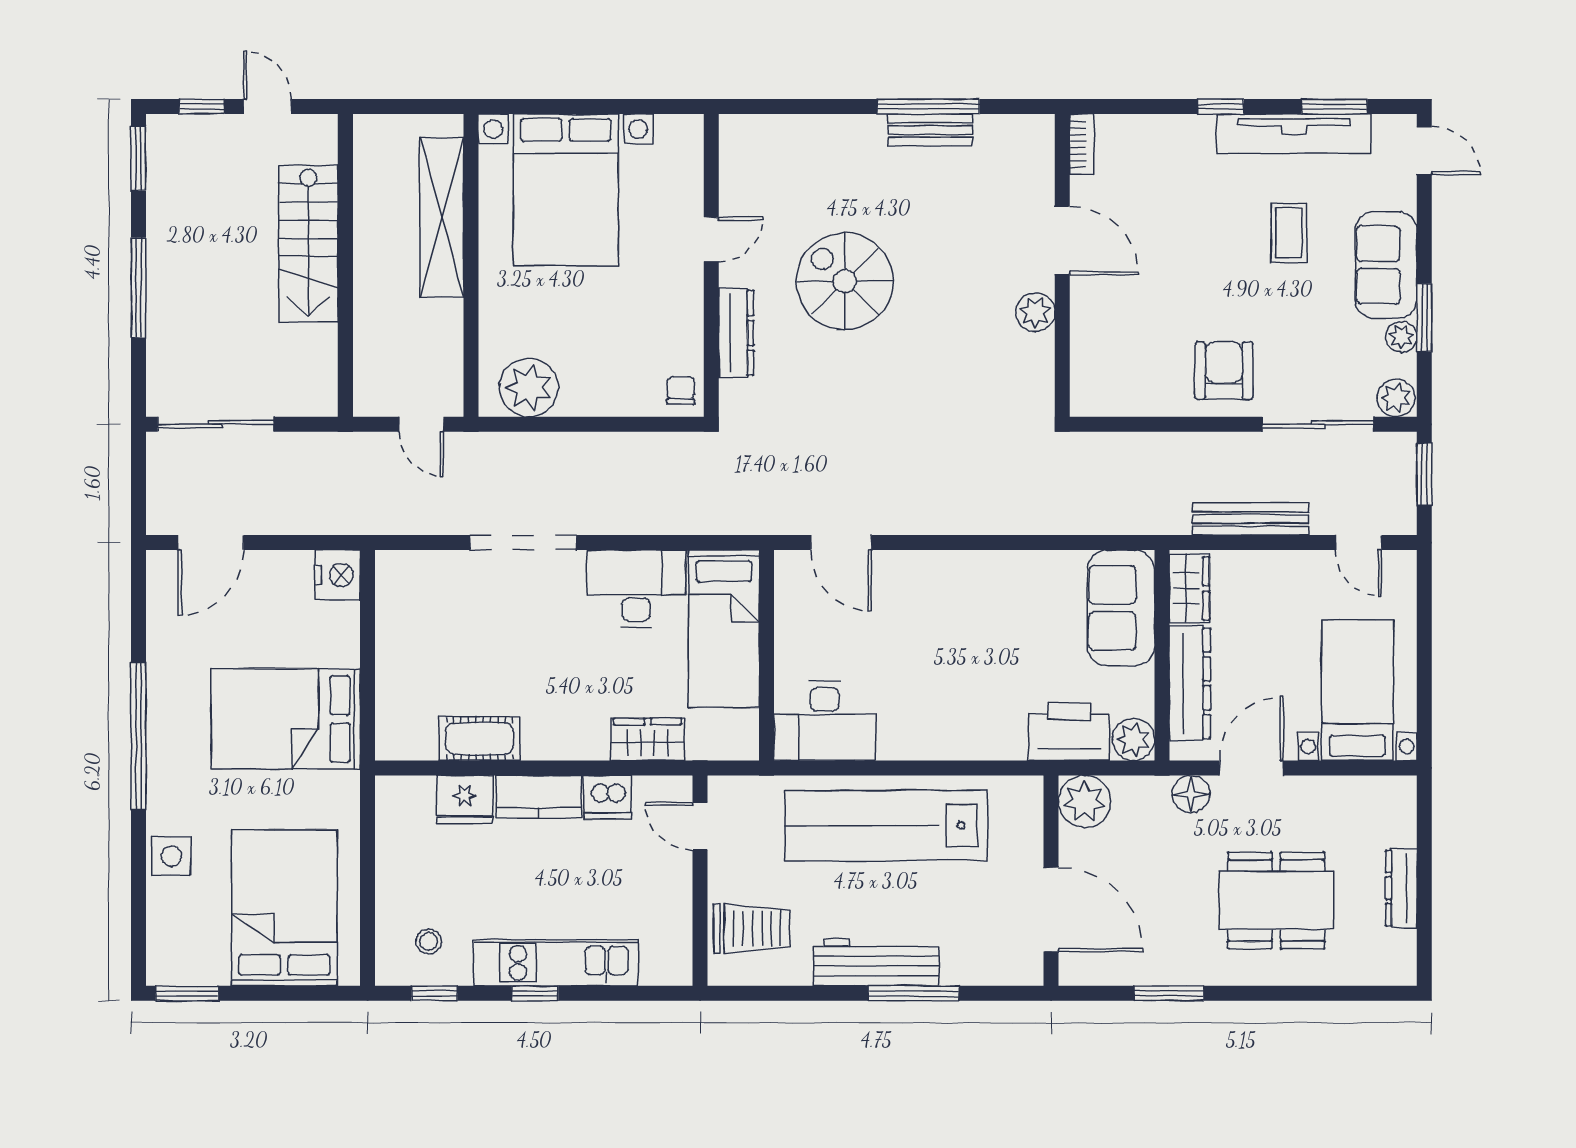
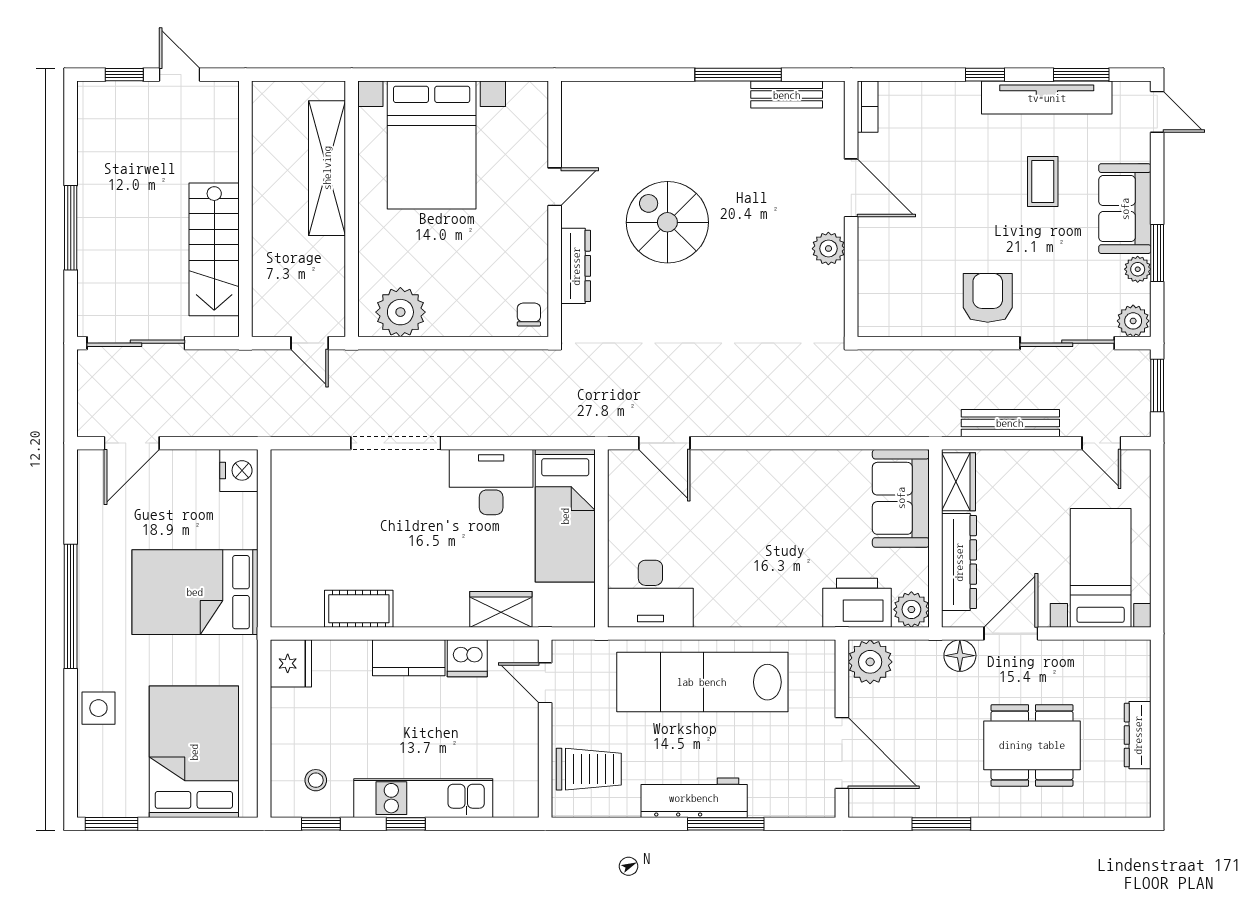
bench: (930, 130) -> (787, 95), moved
window: (138, 159) -> (71, 119), removed
stairs: (308, 244) -> (214, 249), moved
fridge: (465, 799) -> (291, 663), moved, turned -90

